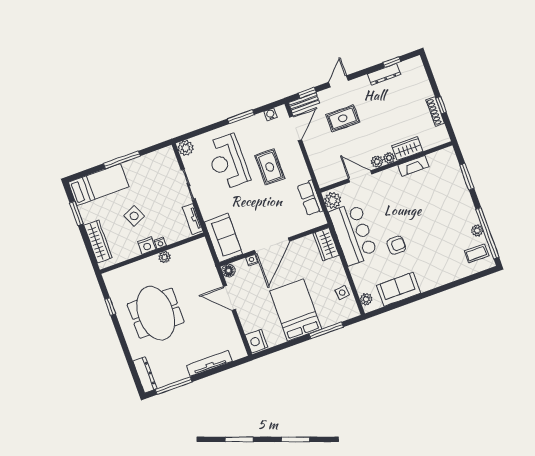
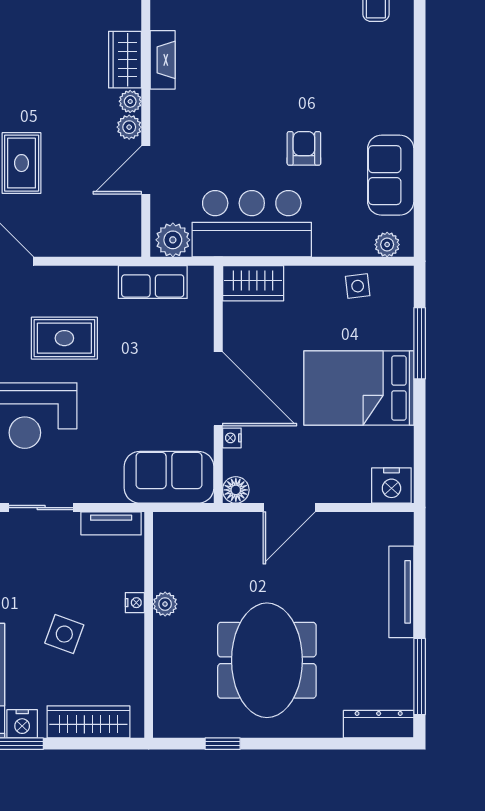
side table: (134, 216) -> (64, 634), turned 45
nightstand: (147, 246) -> (22, 724), moved, turned 90
meeting table: (156, 313) -> (267, 660), turned 90

